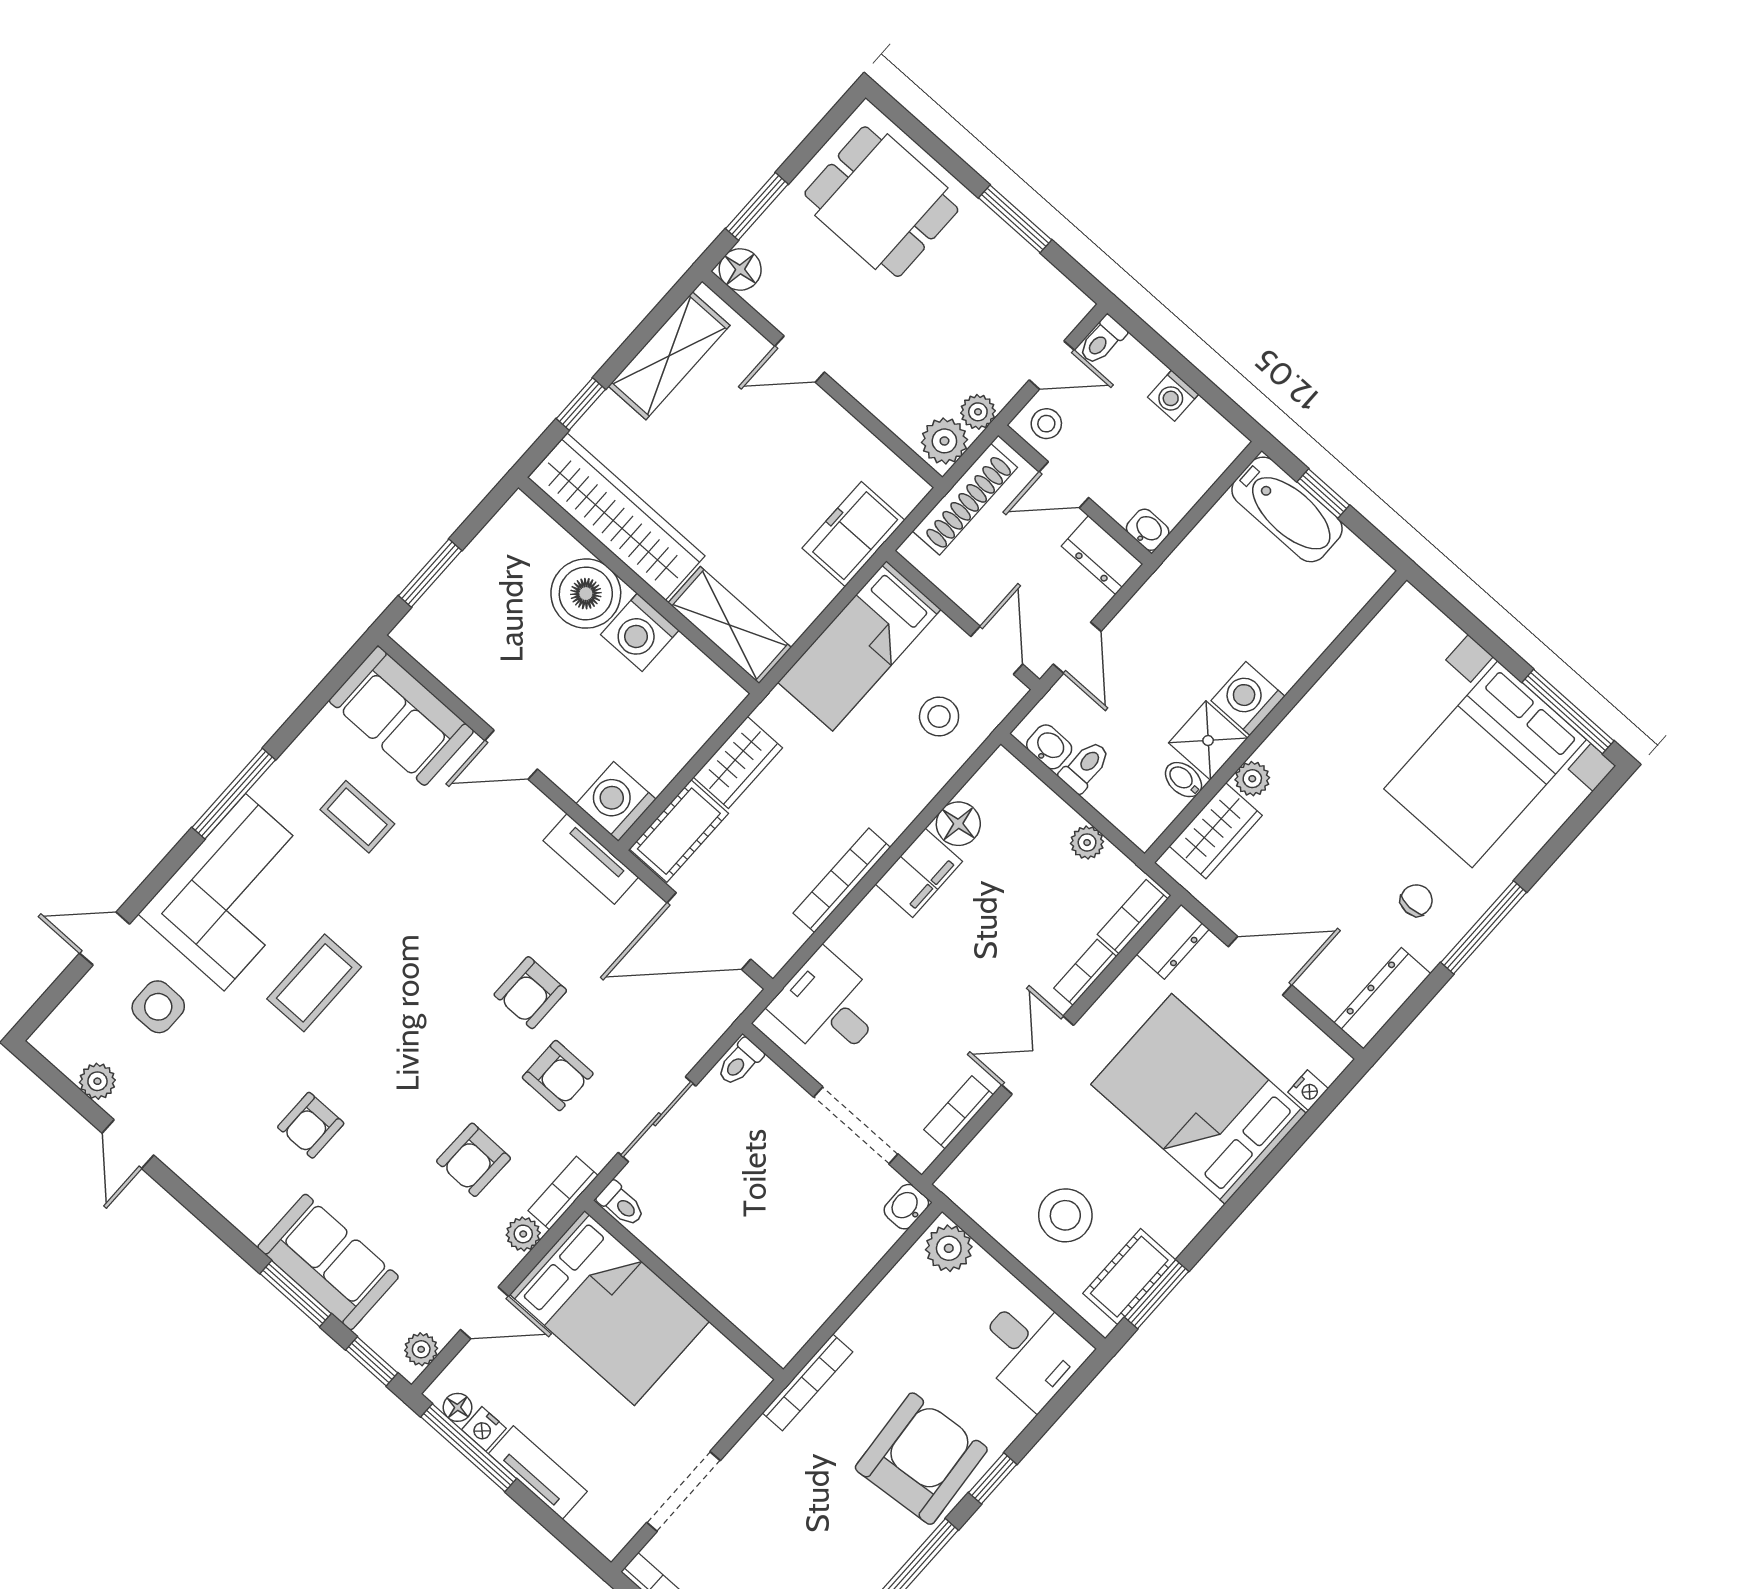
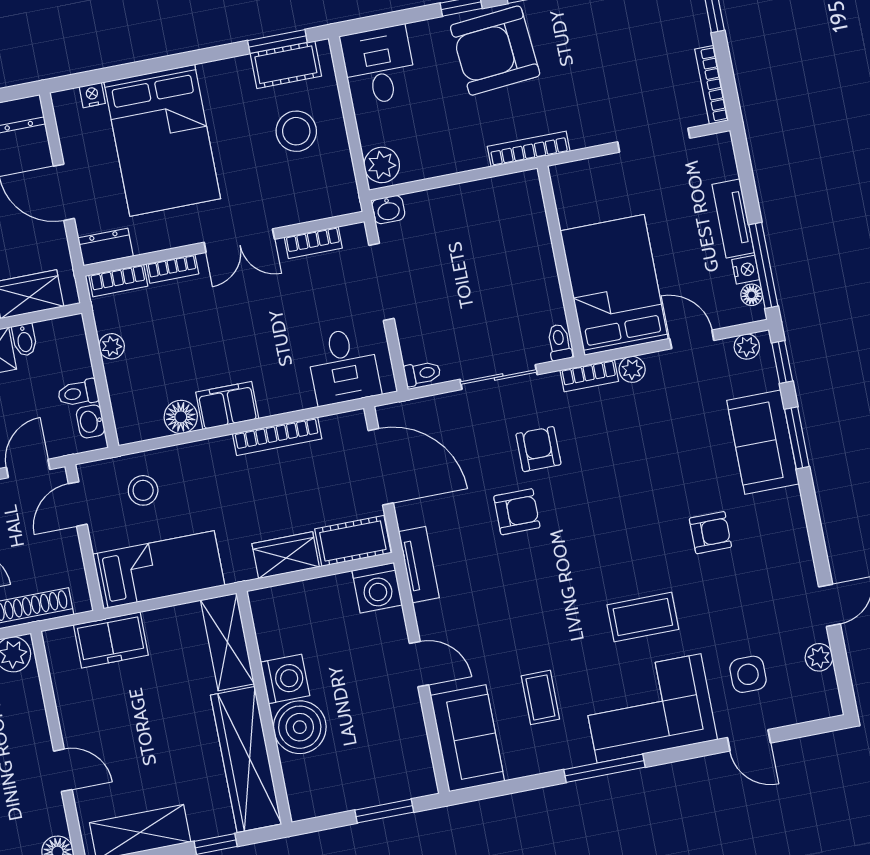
armchair: (474, 1160) -> (628, 437), removed

